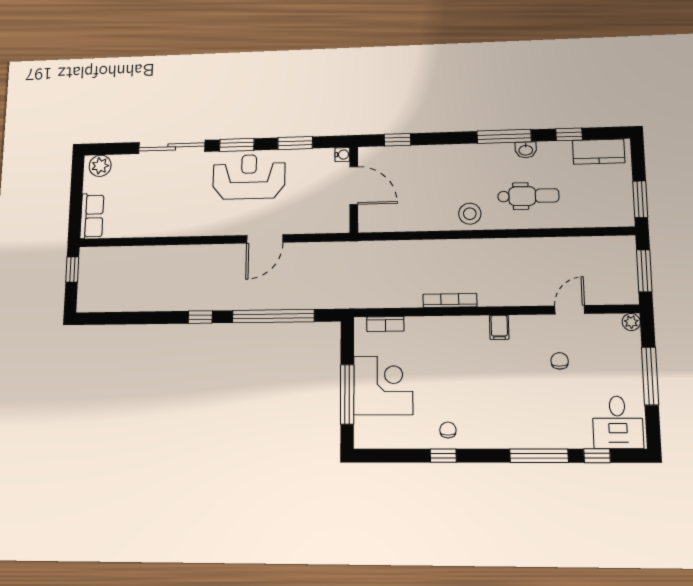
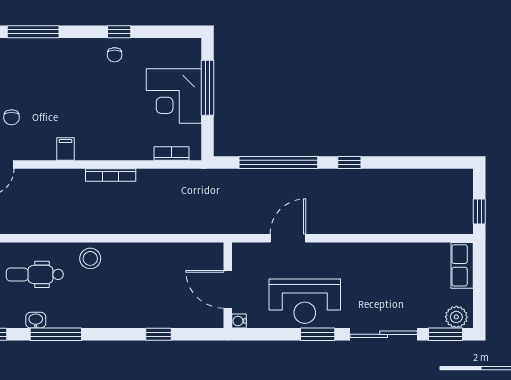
window: (295, 143) -> (445, 334), moved
water cooler: (342, 155) -> (239, 321), moved
door: (354, 185) -> (228, 289), moved
wall: (354, 190) -> (228, 285), moved

